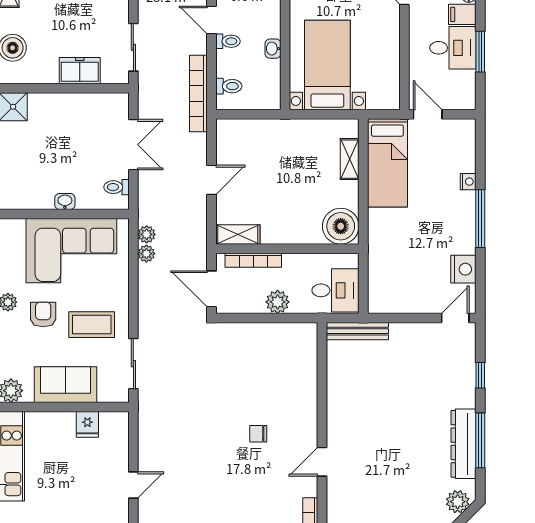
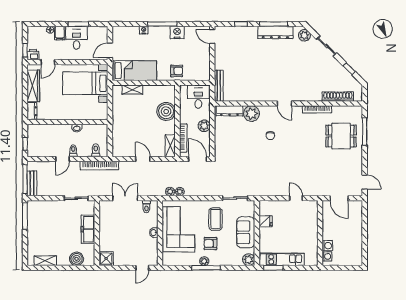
bed with nightstands: (327, 65) -> (85, 83), moved
freezer: (80, 71) -> (88, 229), width x1.40
boiler: (341, 226) -> (166, 111), moved
armchair: (387, 247) -> (177, 71), added
nightstand: (463, 269) -> (177, 32), moved
door: (211, 289) -> (198, 159), swing flipped
dresser: (307, 353) -> (230, 111), added
plant: (302, 396) -> (251, 114), added

